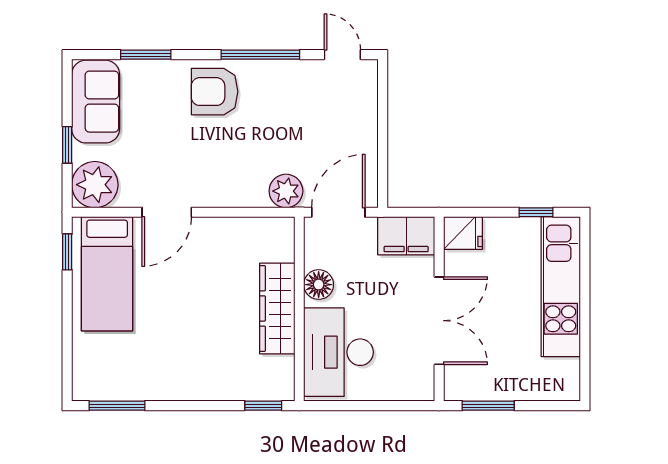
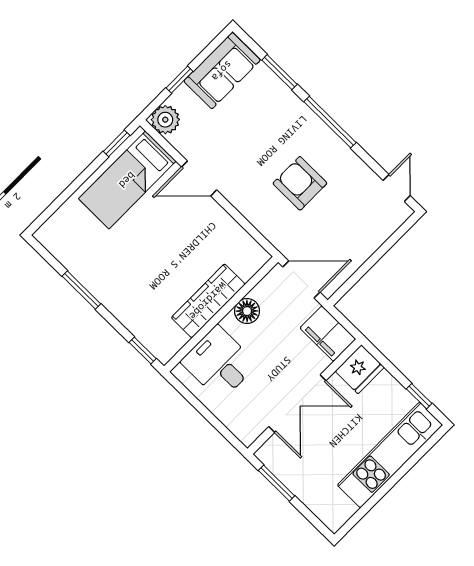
window: (260, 55) -> (330, 122), moved
armchair: (215, 92) -> (300, 183), moved
plant: (95, 185) -> (165, 120), width x0.73, depth x0.73
plant: (286, 191) -> (283, 236), removed
fridge: (463, 233) -> (360, 369), width x1.38
desk: (339, 352) -> (219, 363), width x0.73
window: (117, 406) -> (81, 290), moved

